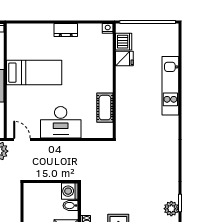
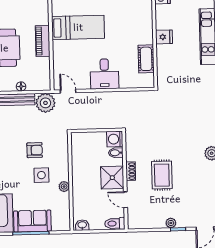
fridge: (124, 58) -> (164, 37), moved
desk: (61, 122) -> (104, 74), width x0.73

